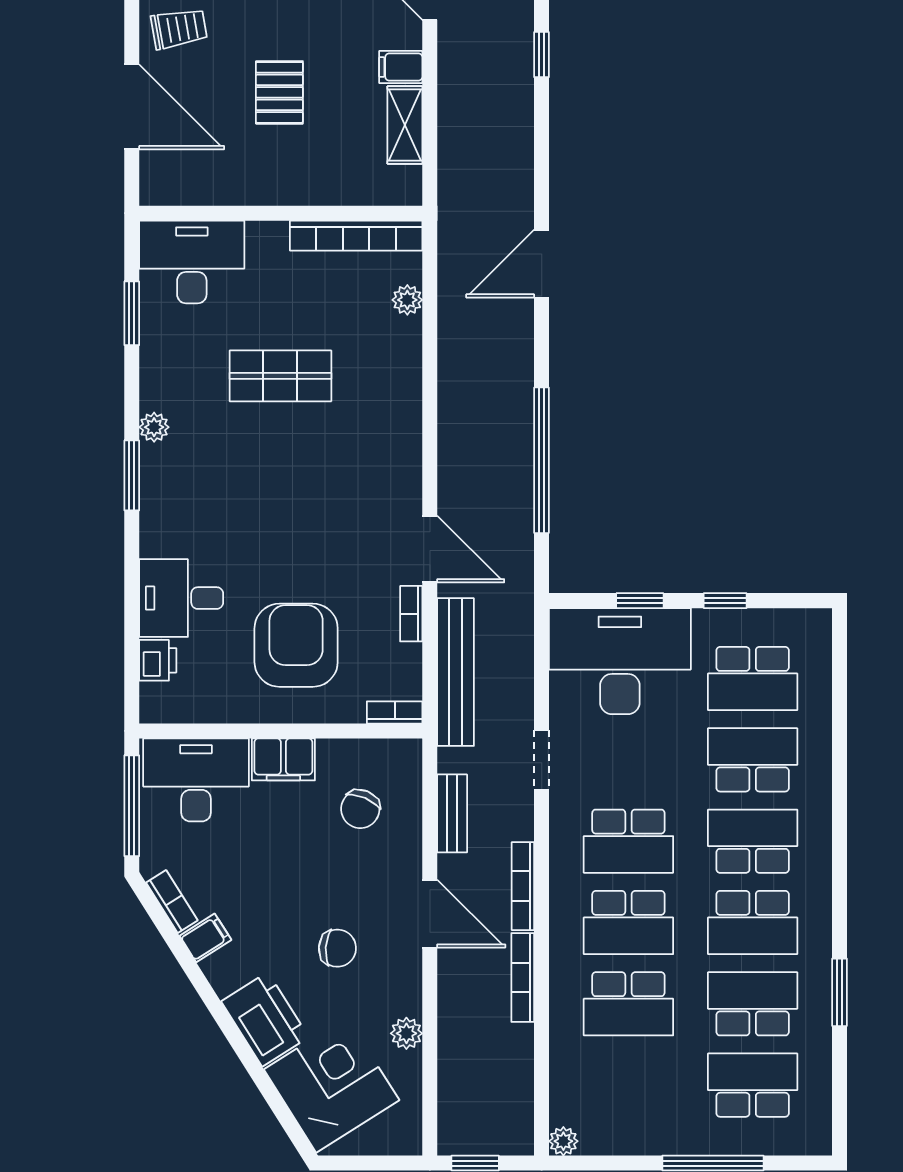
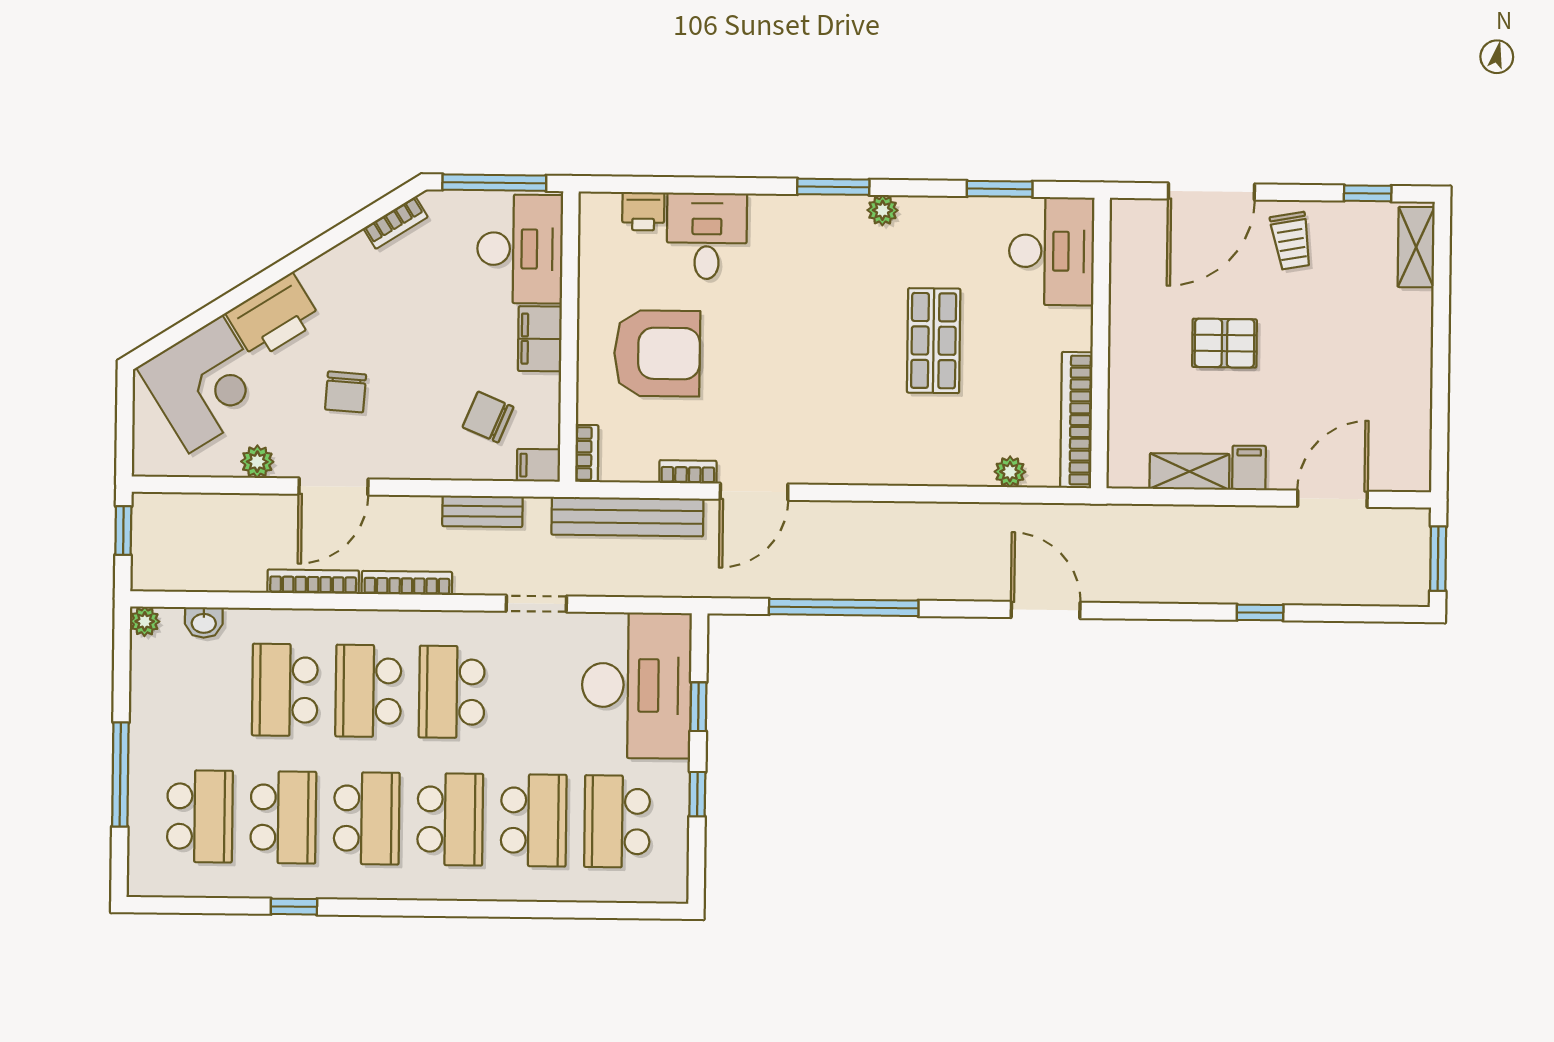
door: (430, 914) -> (333, 487), moved
school desk: (753, 922) -> (367, 818), turned 180
filing cabinet: (205, 938) -> (538, 465), moved, turned 122
window: (840, 992) -> (294, 907), width x0.67
washbasin: (564, 1084) -> (204, 622), added

